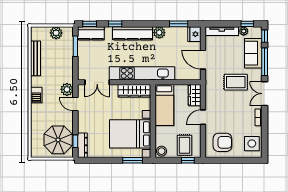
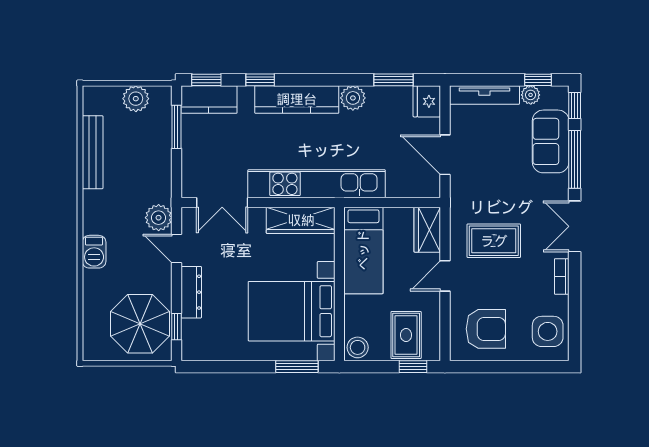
rug: (236, 82) -> (494, 241), moved
barbecue: (36, 95) -> (94, 252), moved
dresser: (82, 145) -> (191, 292), moved

